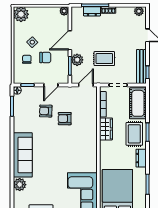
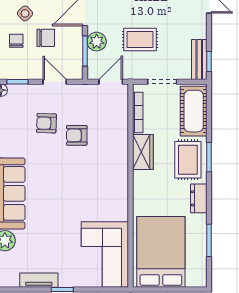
bench: (141, 67) -> (199, 60), width x0.73
door: (51, 85) -> (55, 82), swing flipped

